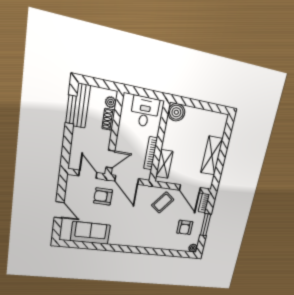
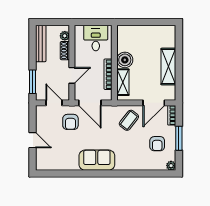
window: (71, 110) -> (32, 82), moved
boiler: (176, 112) -> (125, 60), moved
door: (110, 159) -> (72, 75), moved
door: (190, 189) -> (154, 103), hinge flipped
armchair: (103, 196) -> (70, 122), turned -91
sofa: (90, 233) -> (97, 160), moved

